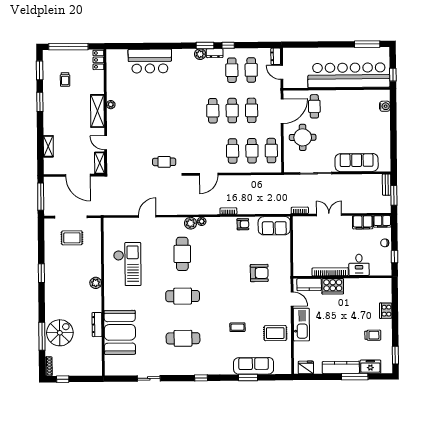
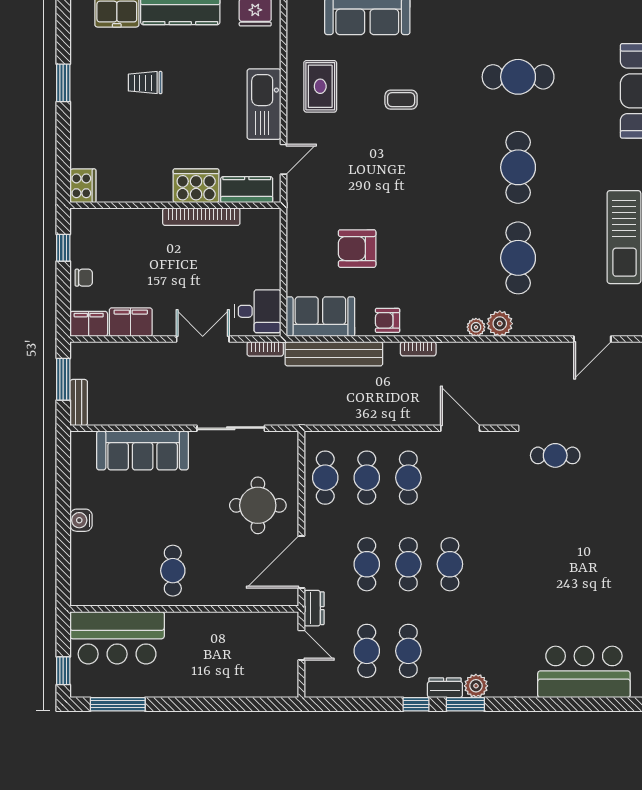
dresser: (276, 56) -> (314, 608), moved
bar counter: (349, 75) -> (117, 638), width x0.54
window: (393, 75) -> (63, 671), moved
cafe table: (314, 106) -> (173, 571), moved
water cooler: (385, 106) -> (81, 520), moved
door: (209, 174) -> (460, 428), hinge flipped
bench: (268, 208) -> (334, 354), added
double door: (329, 215) -> (203, 339), swing flipped
desk: (359, 265) -> (258, 311), moved, turned 90
armchair: (259, 273) -> (357, 249), moved
cafe table: (183, 296) -> (518, 167), turned 90
door: (292, 299) -> (283, 159), swing flipped
cooker: (386, 311) -> (83, 186), moved
rug: (275, 333) -> (320, 86), turned 90
trolley: (373, 335) -> (145, 83), moved
window: (395, 355) -> (63, 83), moved

